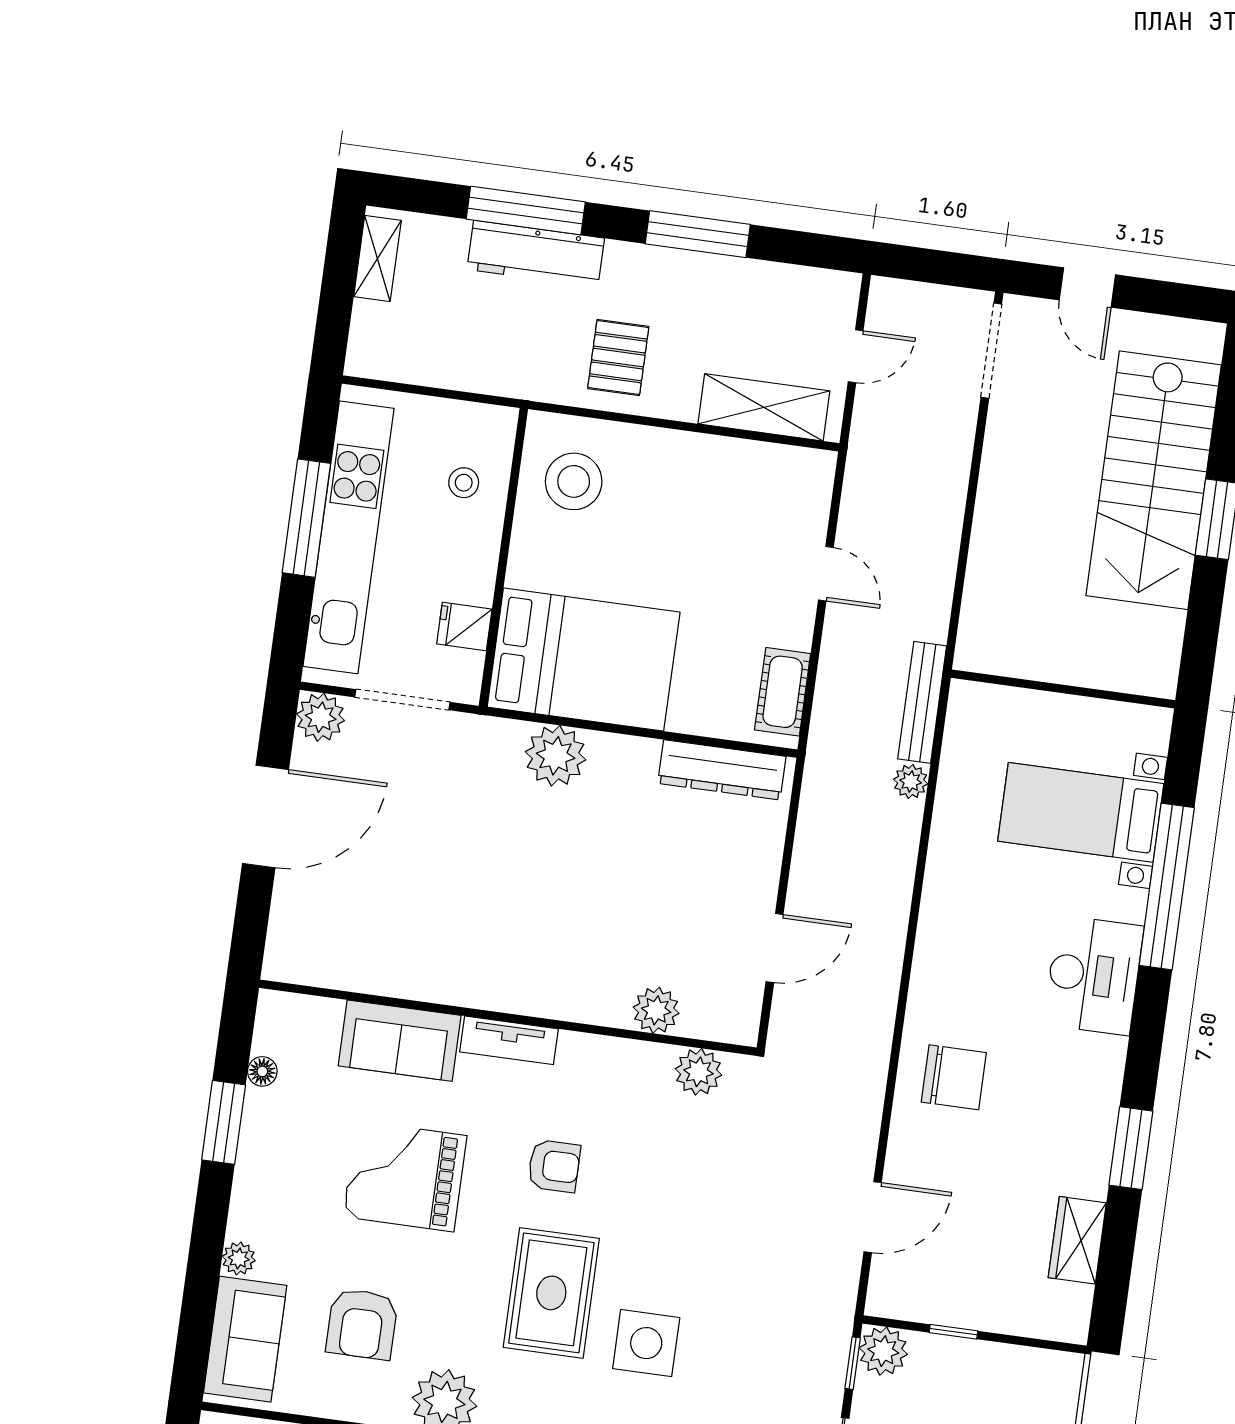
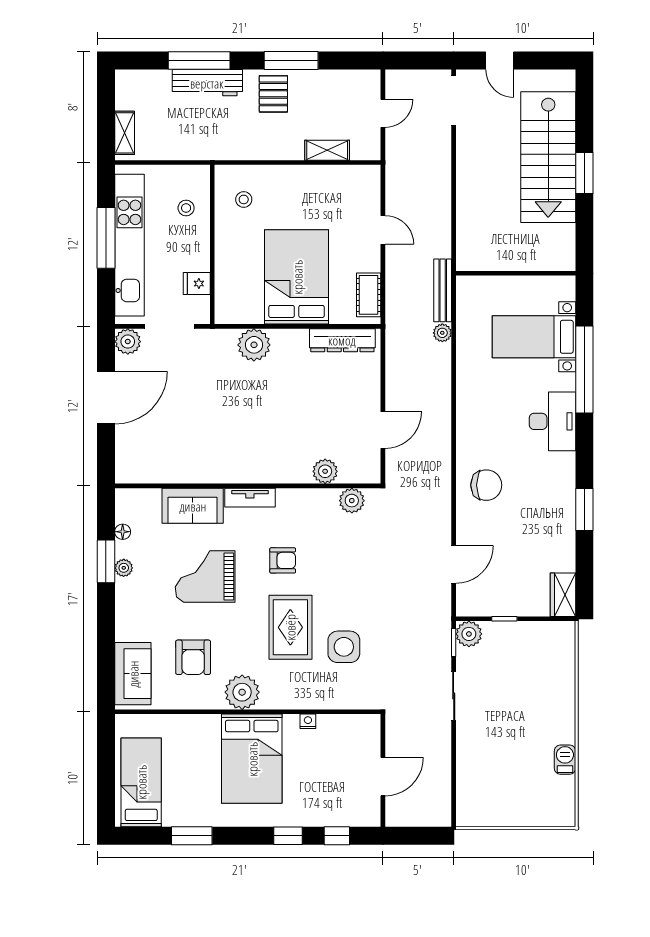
shelving: (377, 258) -> (125, 133), moved
pallet: (618, 358) -> (273, 94), moved
shelving: (764, 407) -> (327, 150), width x0.67, depth x0.75
stool: (574, 481) -> (244, 199), width x0.53, depth x0.53
bed: (584, 660) -> (297, 277), moved, turned -90
wardrobe: (1077, 1240) -> (563, 595), moved
plant: (239, 1258) -> (124, 568), moved

